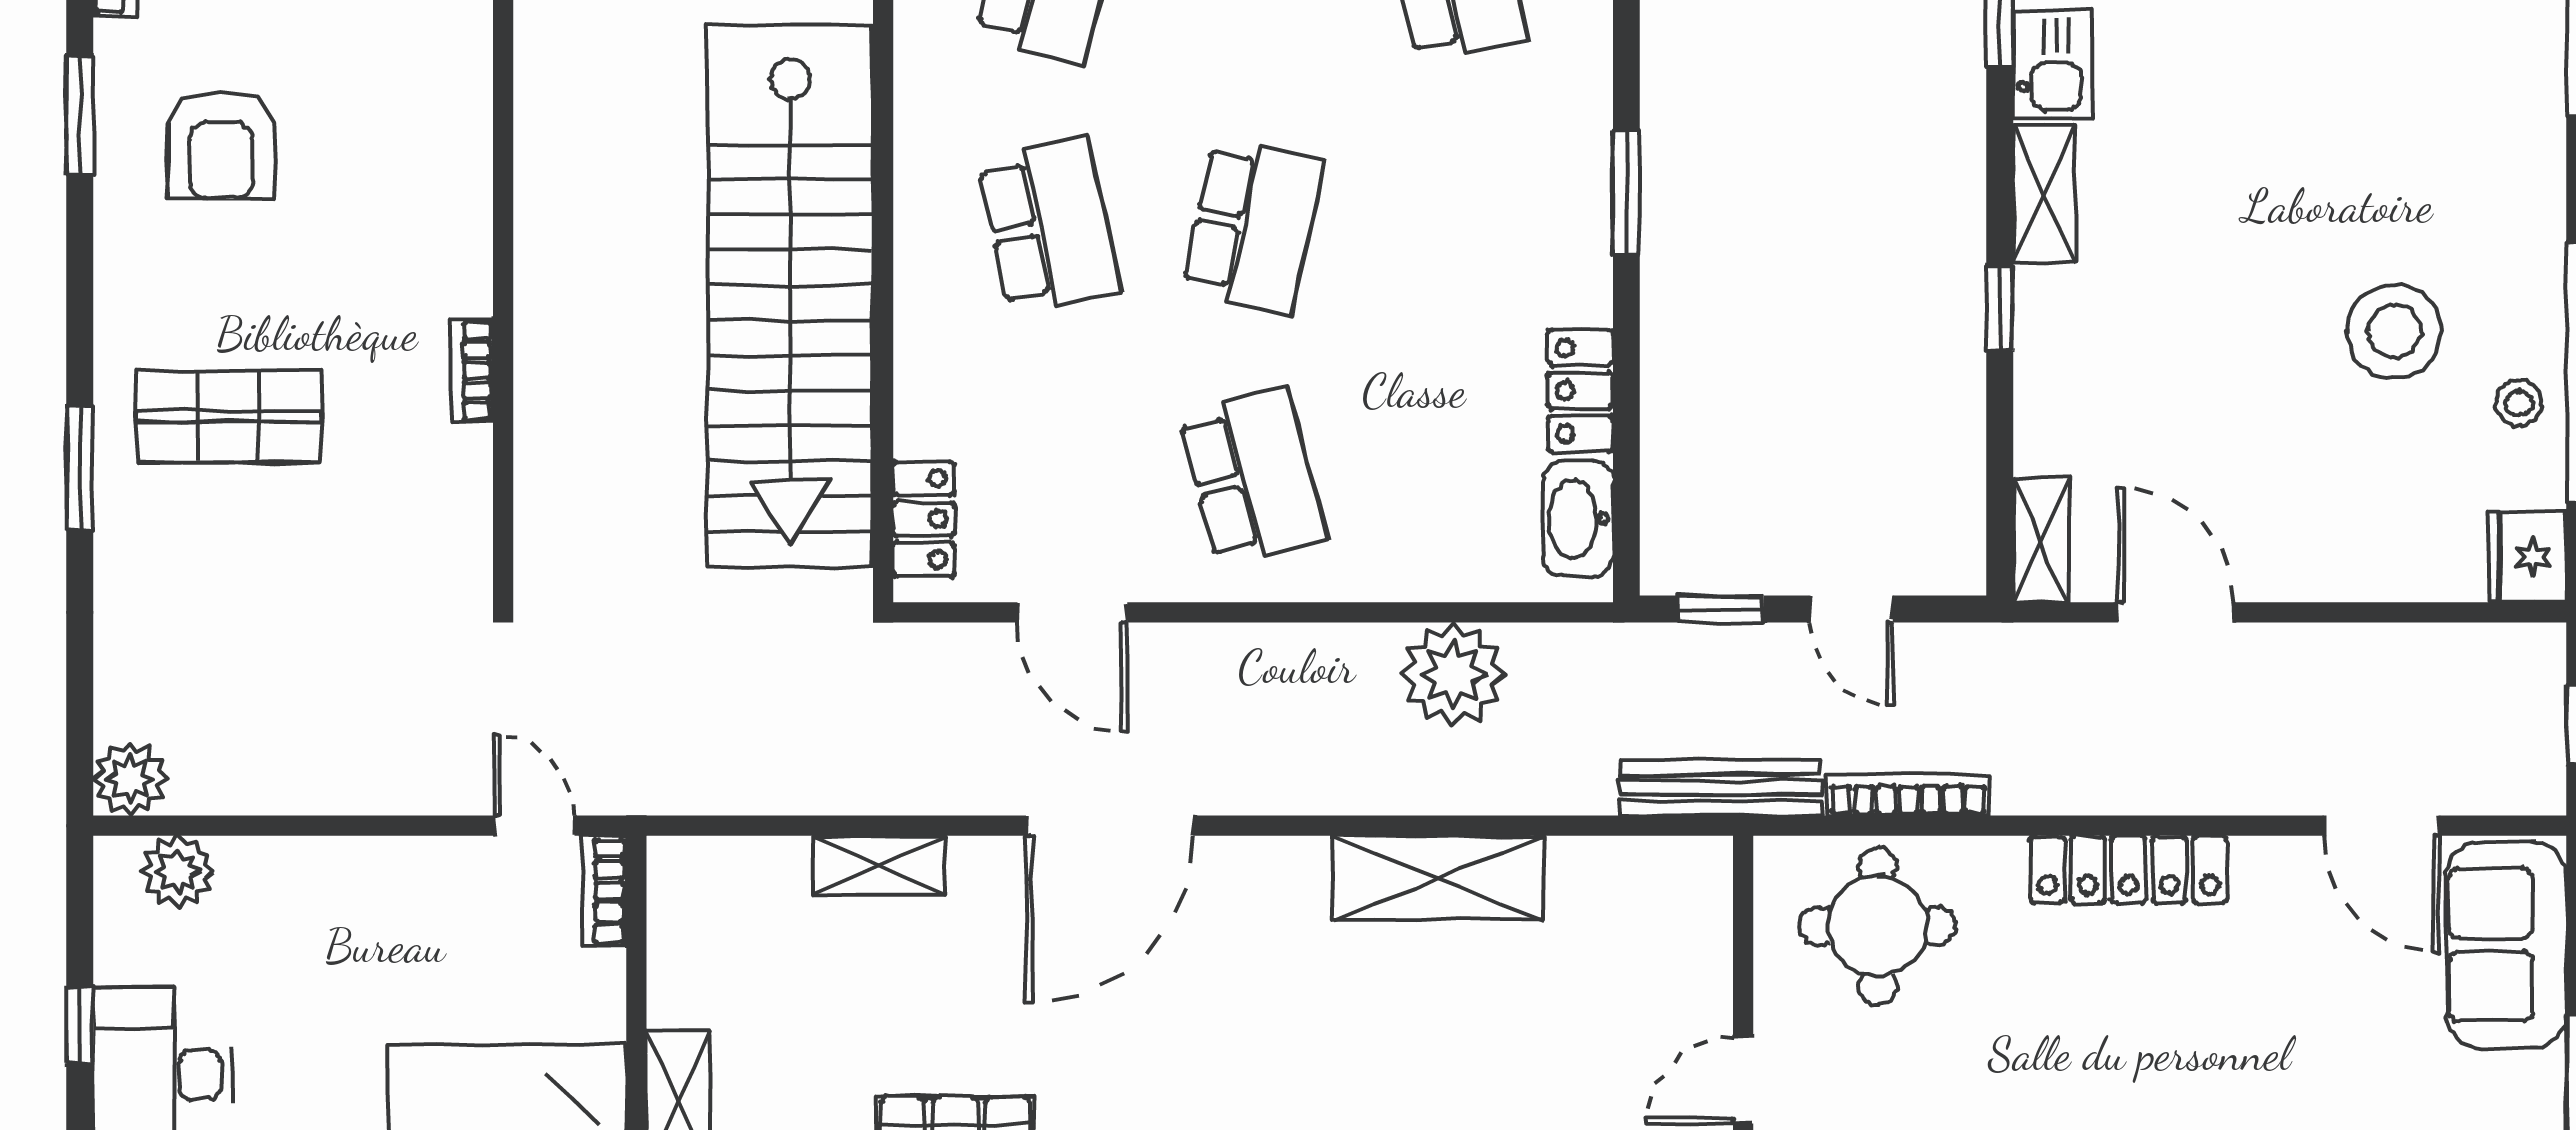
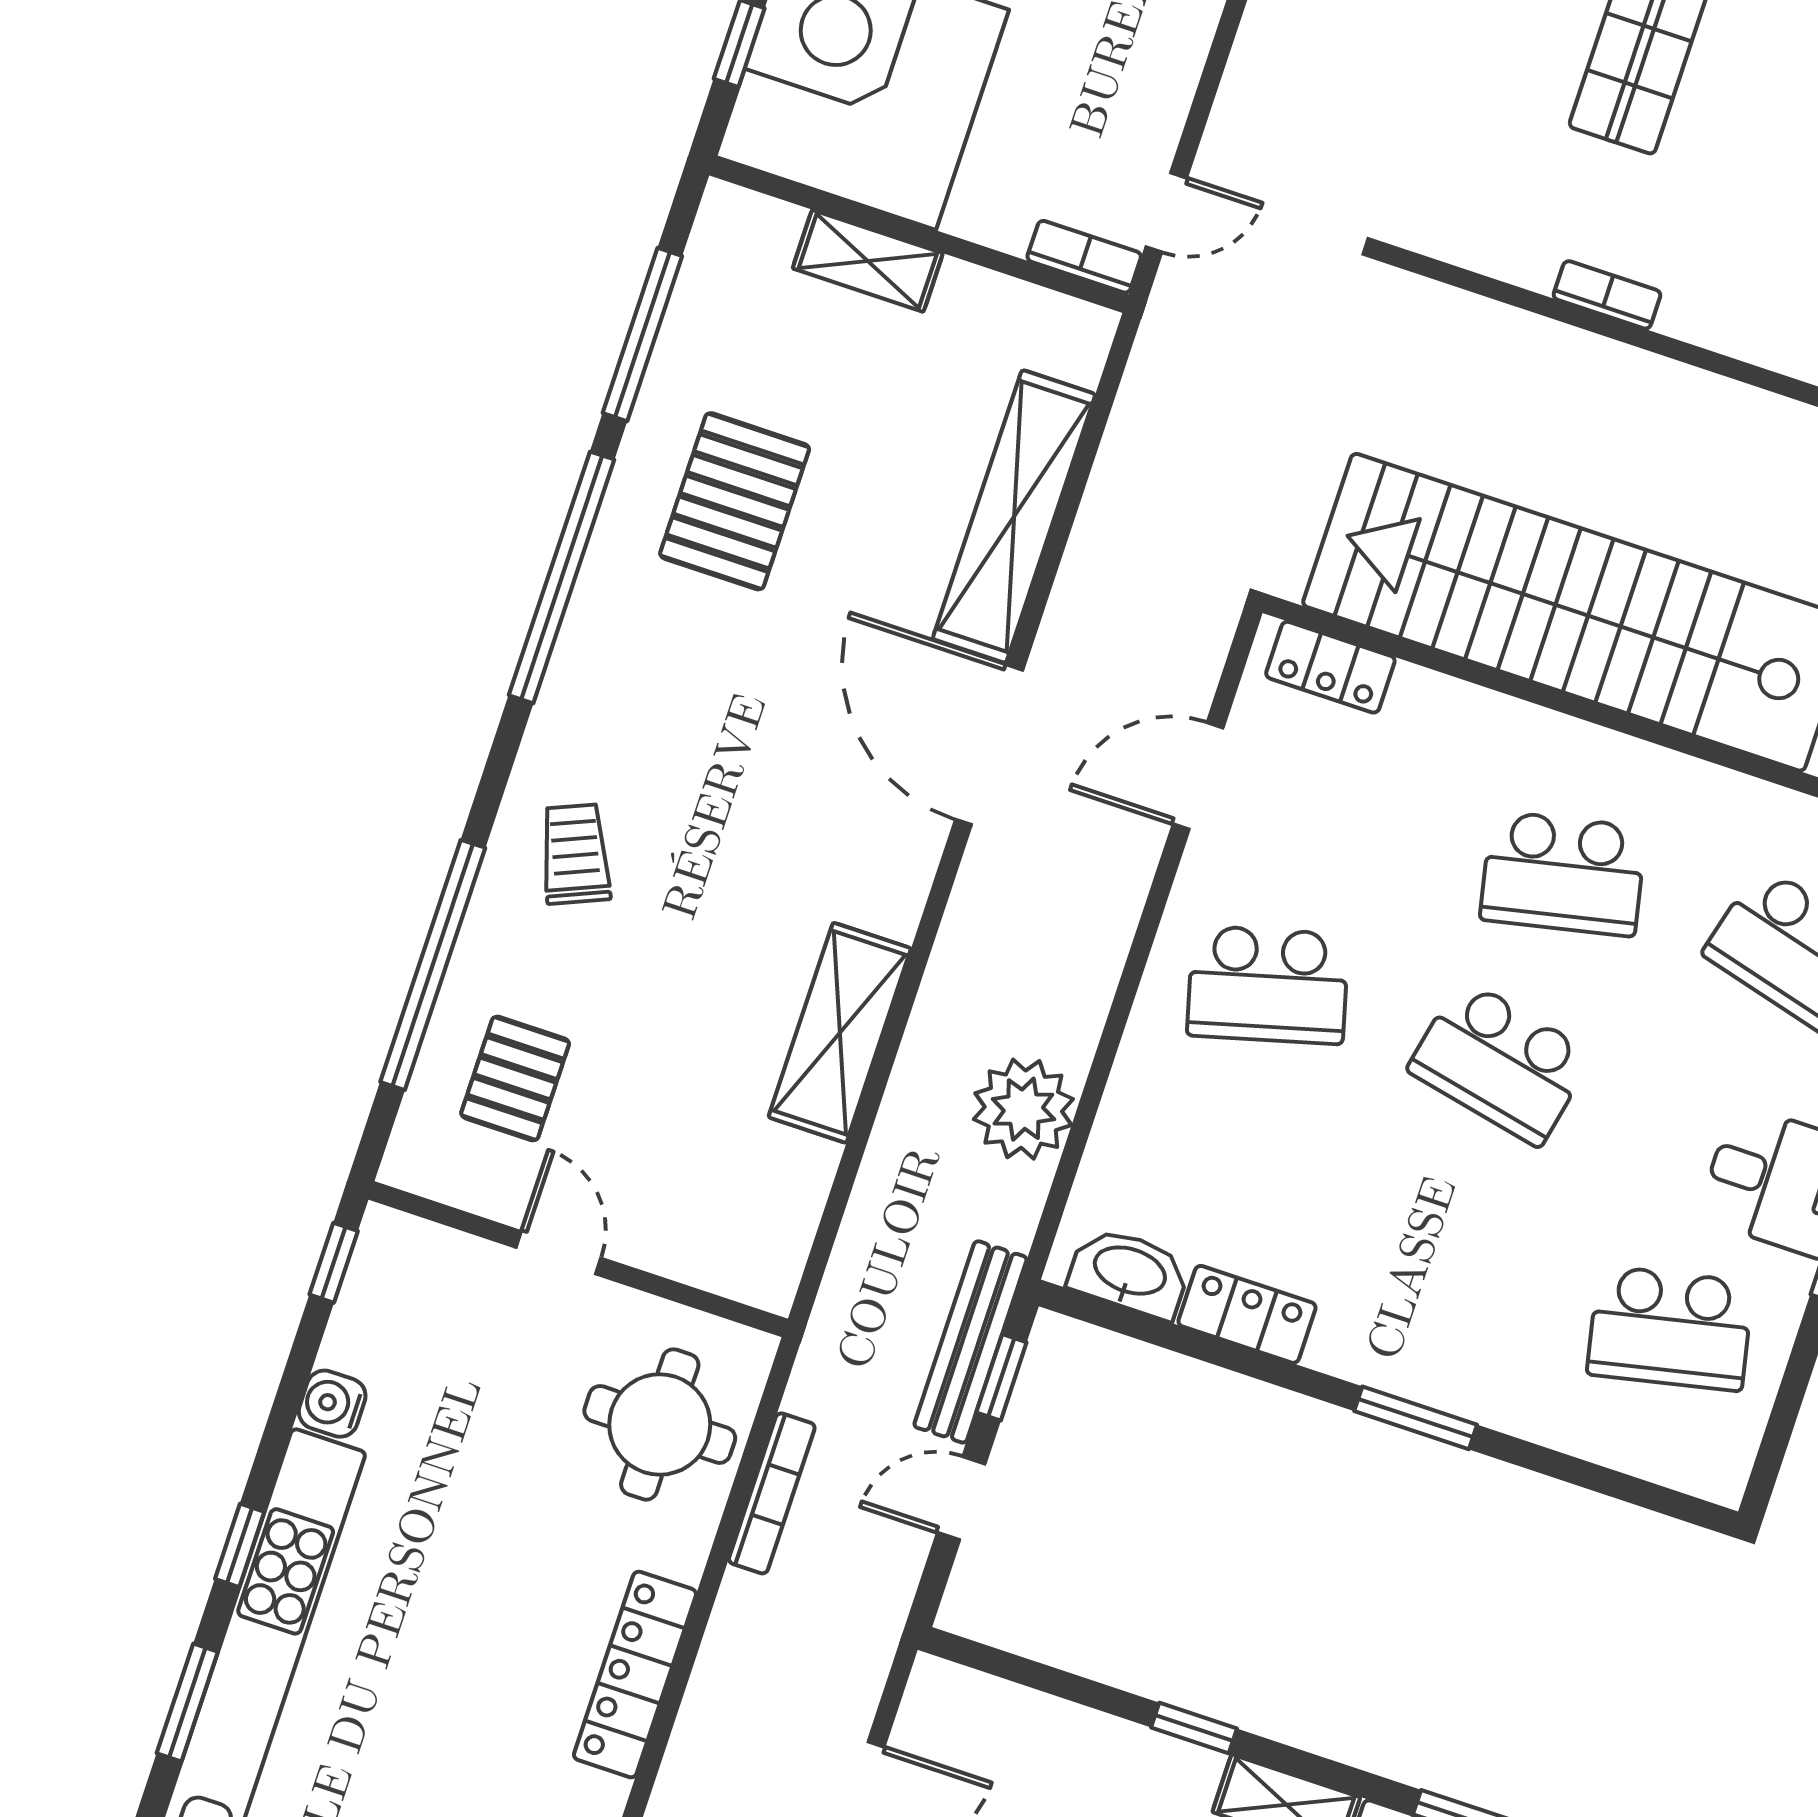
shelving: (2041, 540) -> (967, 1695), removed
bench: (1721, 788) -> (970, 1342), moved
shelving: (880, 865) -> (1014, 516), width x2.20, depth x1.33

